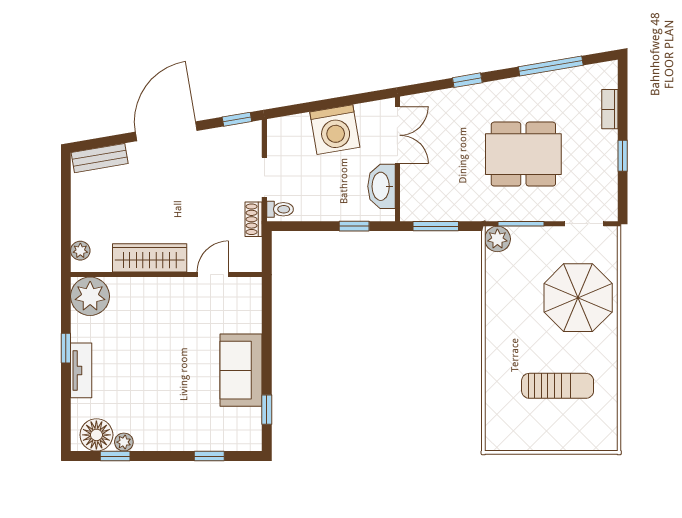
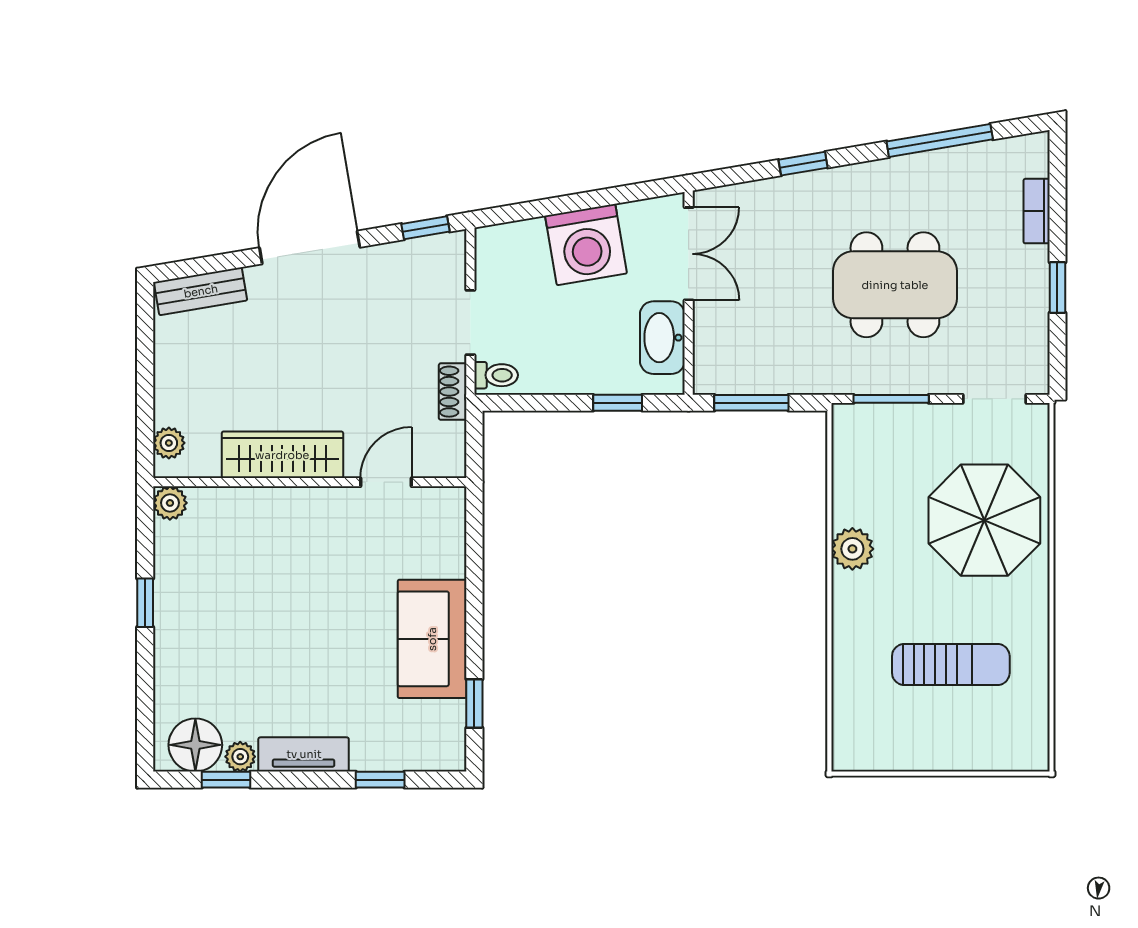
plant: (497, 239) -> (852, 549), moved
plant: (90, 296) -> (170, 503), width x0.53, depth x0.53
tv unit: (81, 370) -> (304, 754), moved, turned -90

